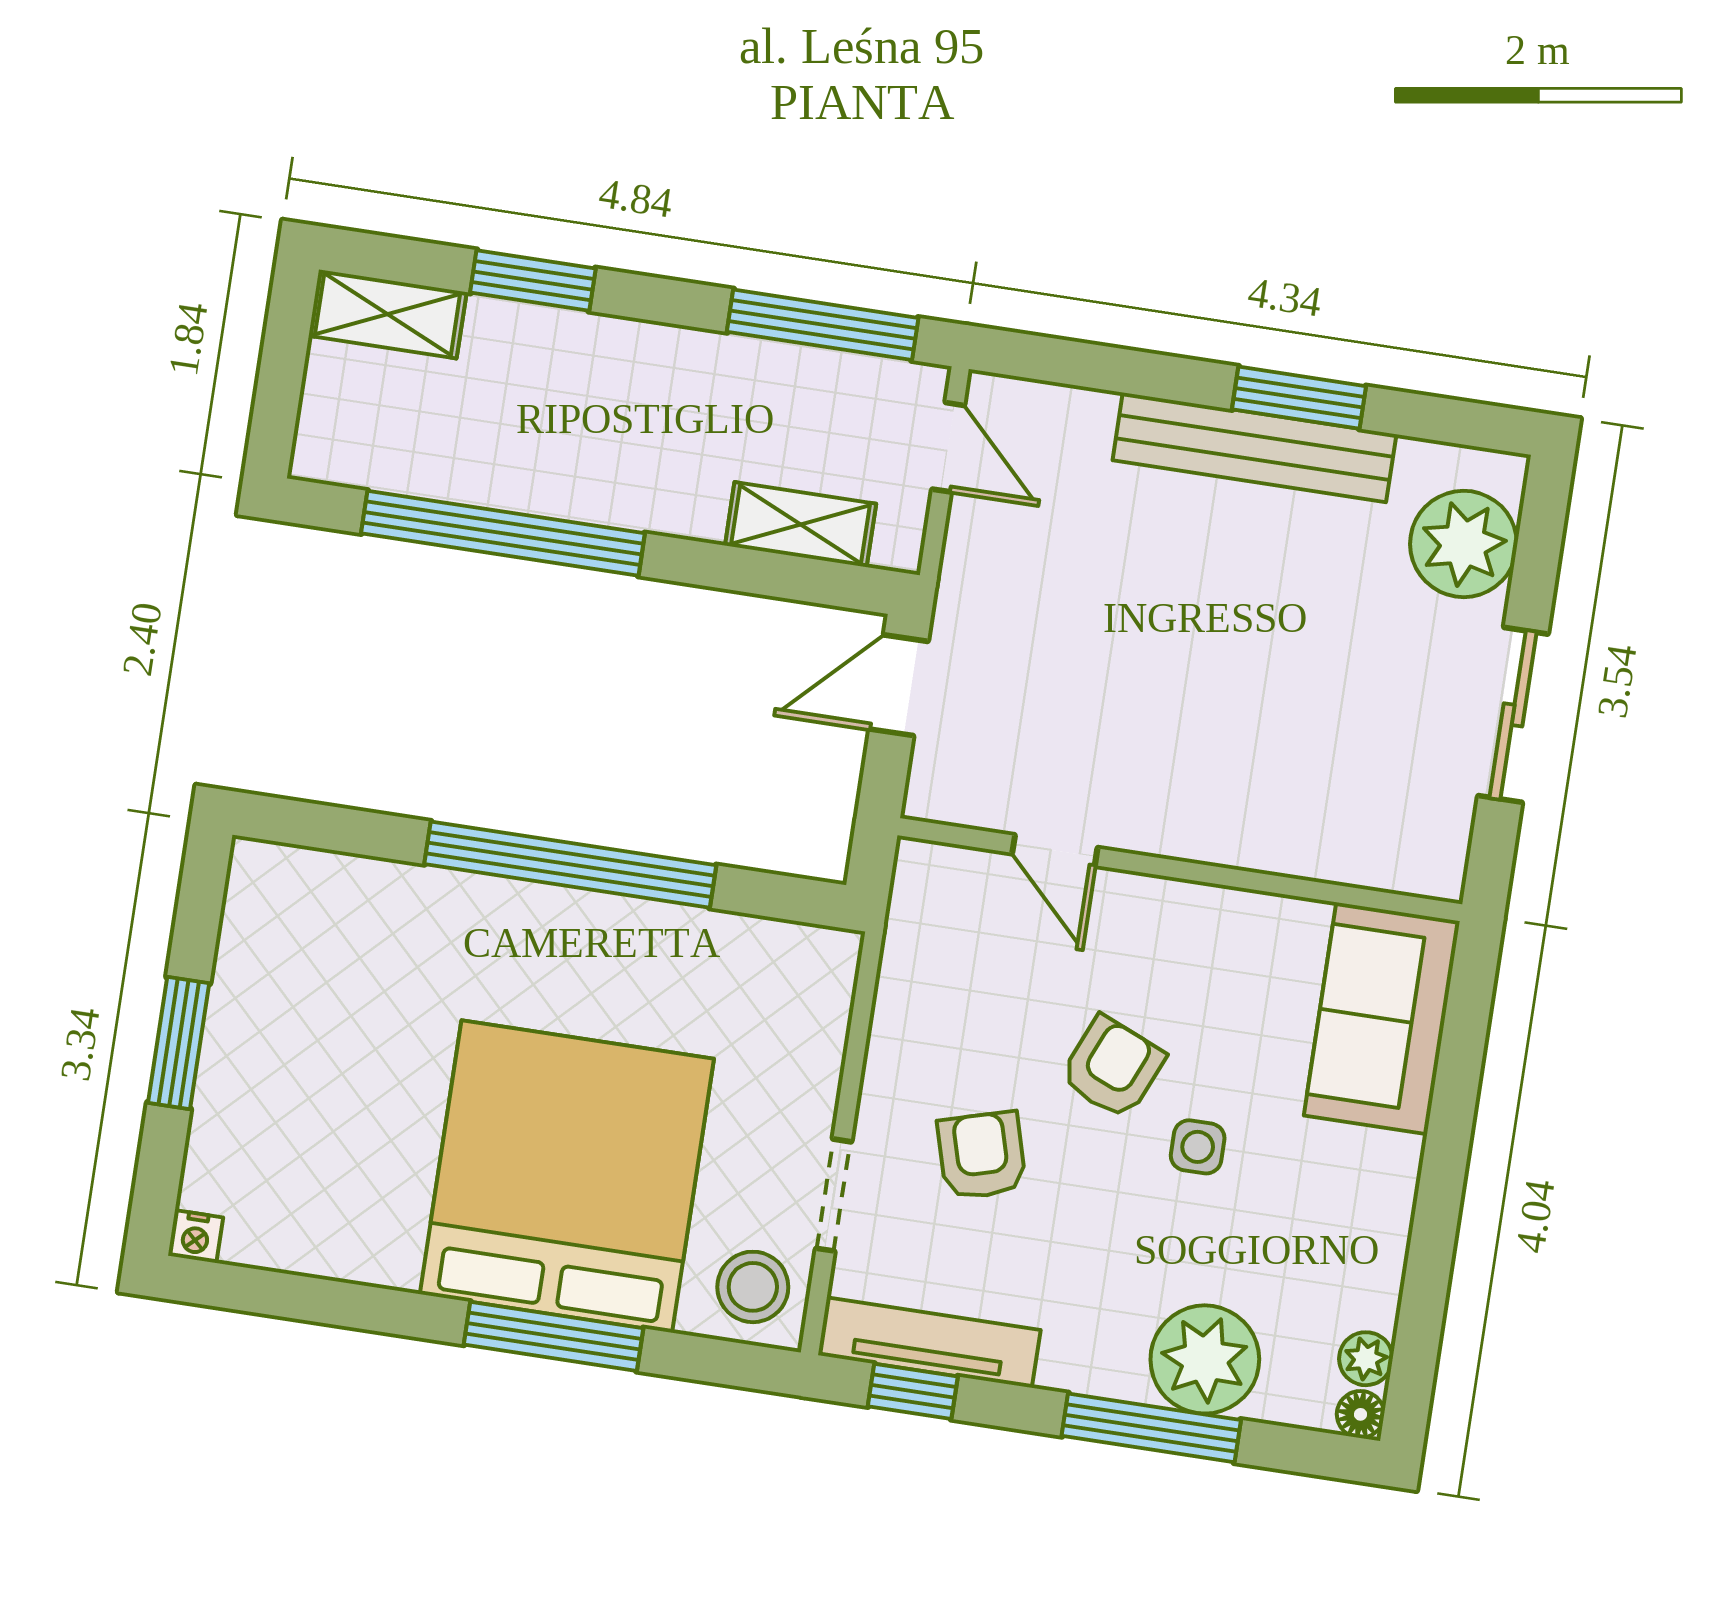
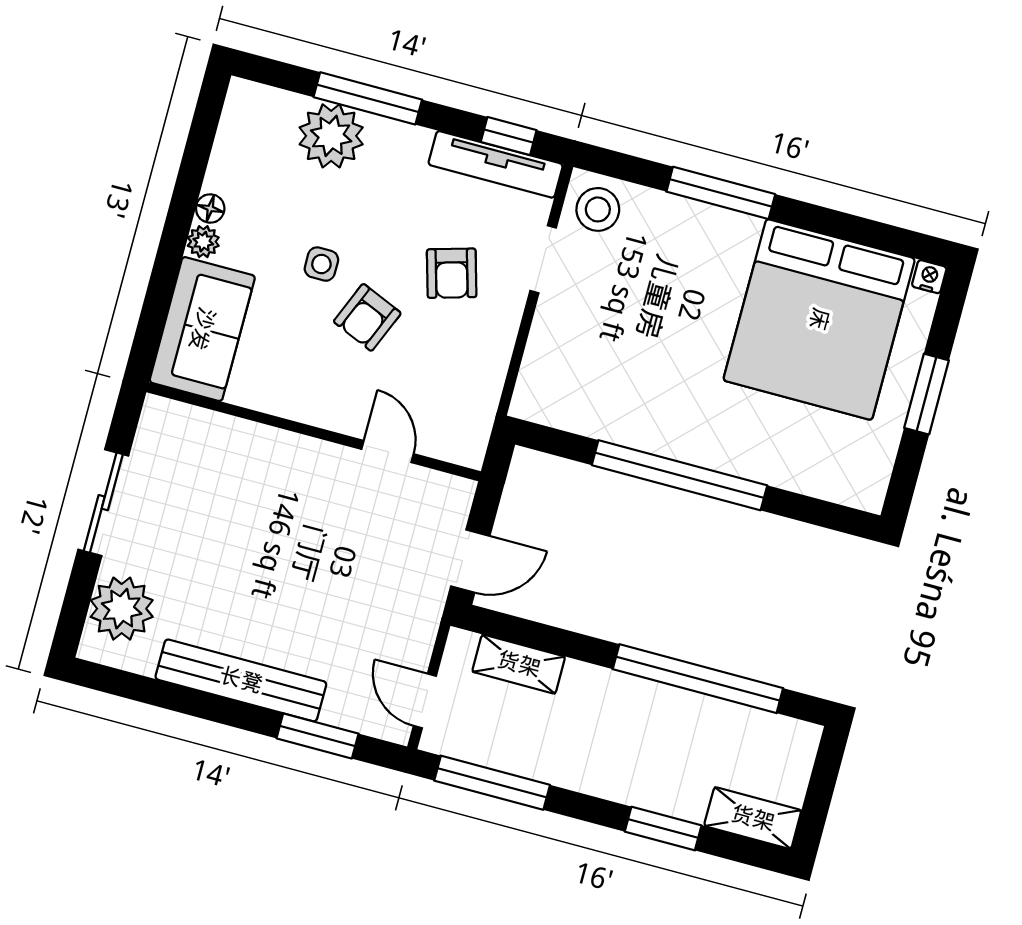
window: (1299, 398) -> (318, 736), moved
bed: (567, 1176) -> (819, 319), moved
plant: (1366, 1359) -> (203, 242), moved
floor lamp: (1360, 1414) -> (210, 208), moved

